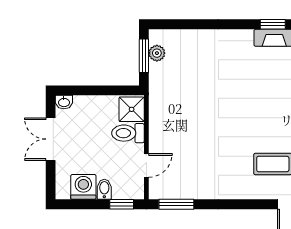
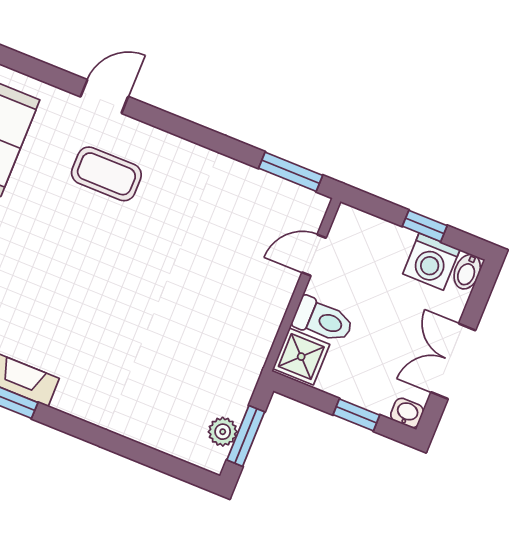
window: (90, 90) -> (356, 415), added
double door: (51, 139) -> (453, 361), swing flipped
bidet: (104, 189) -> (467, 272), moved
window: (122, 204) -> (425, 226), moved

